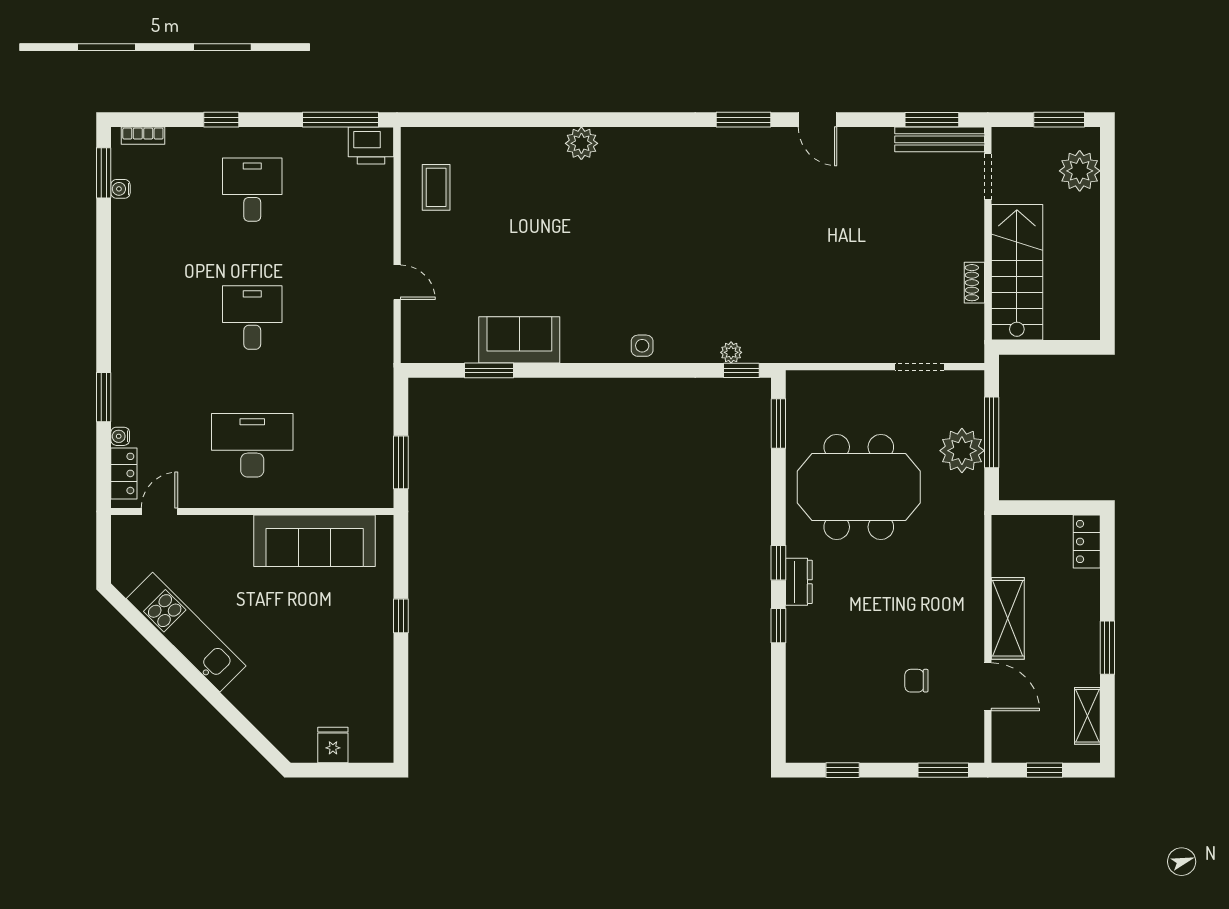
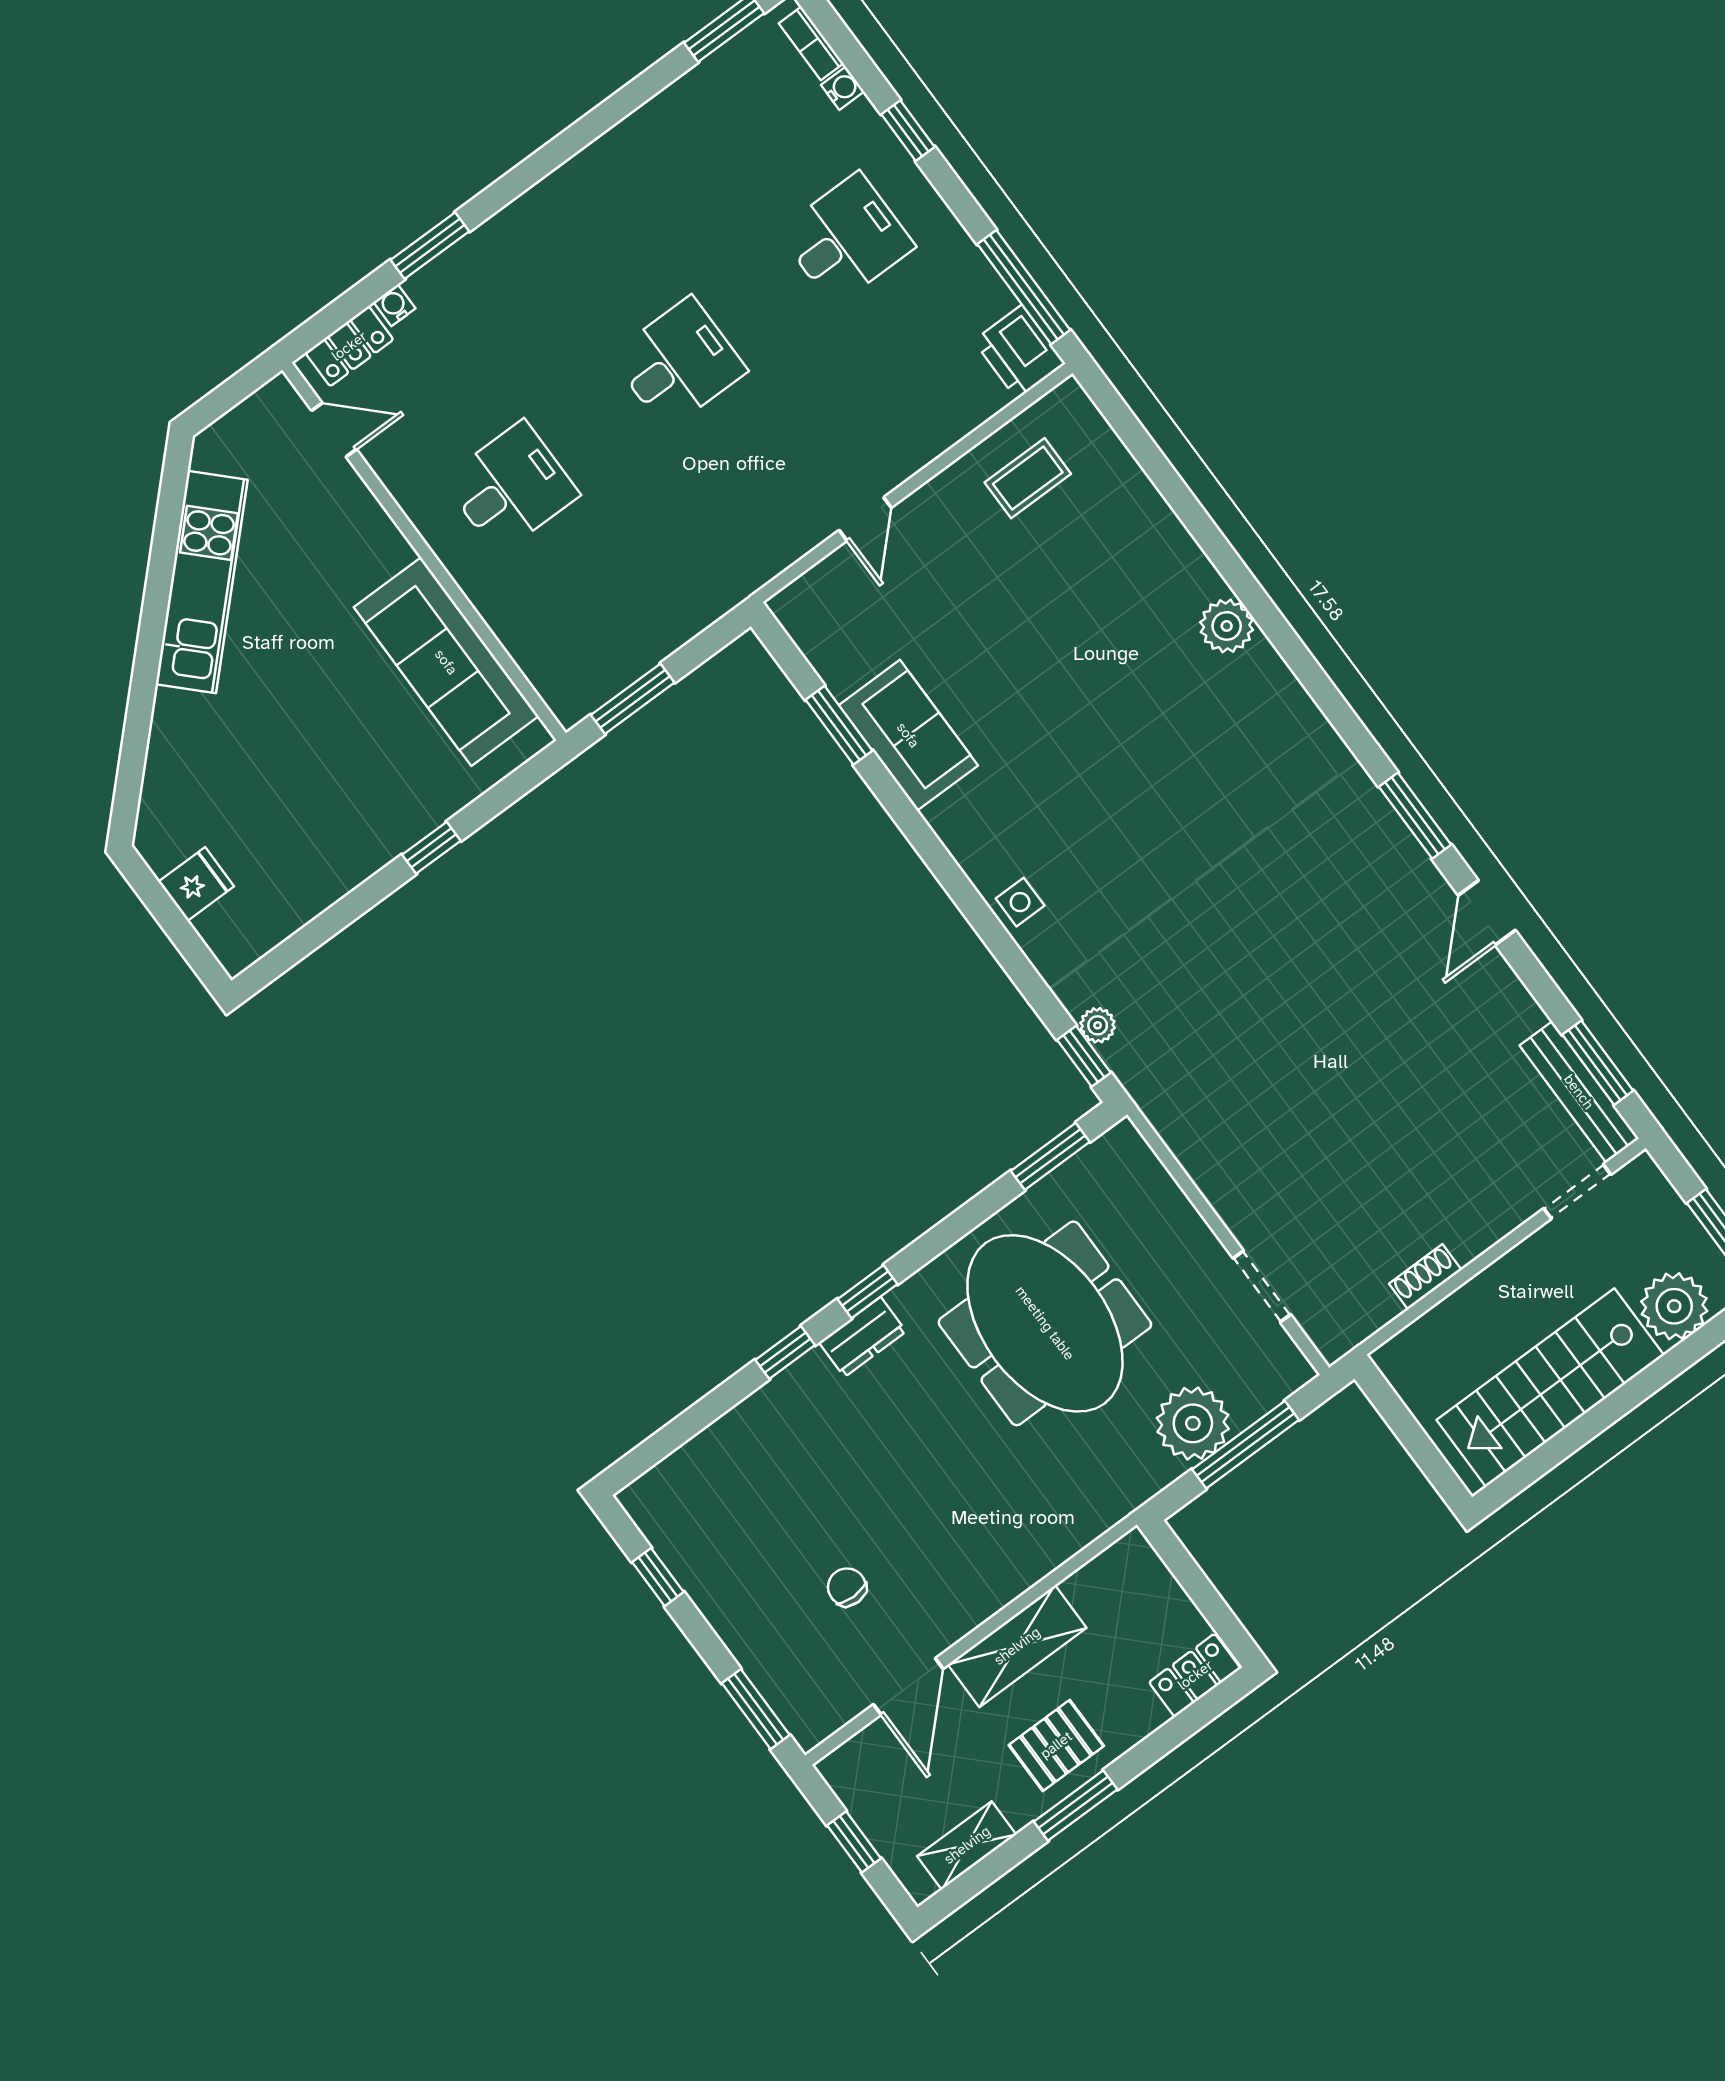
water cooler: (120, 189) -> (843, 88), moved, turned 90
stairs: (1017, 272) -> (1550, 1388), moved, turned 180
desk: (252, 445) -> (511, 487), width x0.73
pallet: (1071, 635) -> (1056, 1745), added

